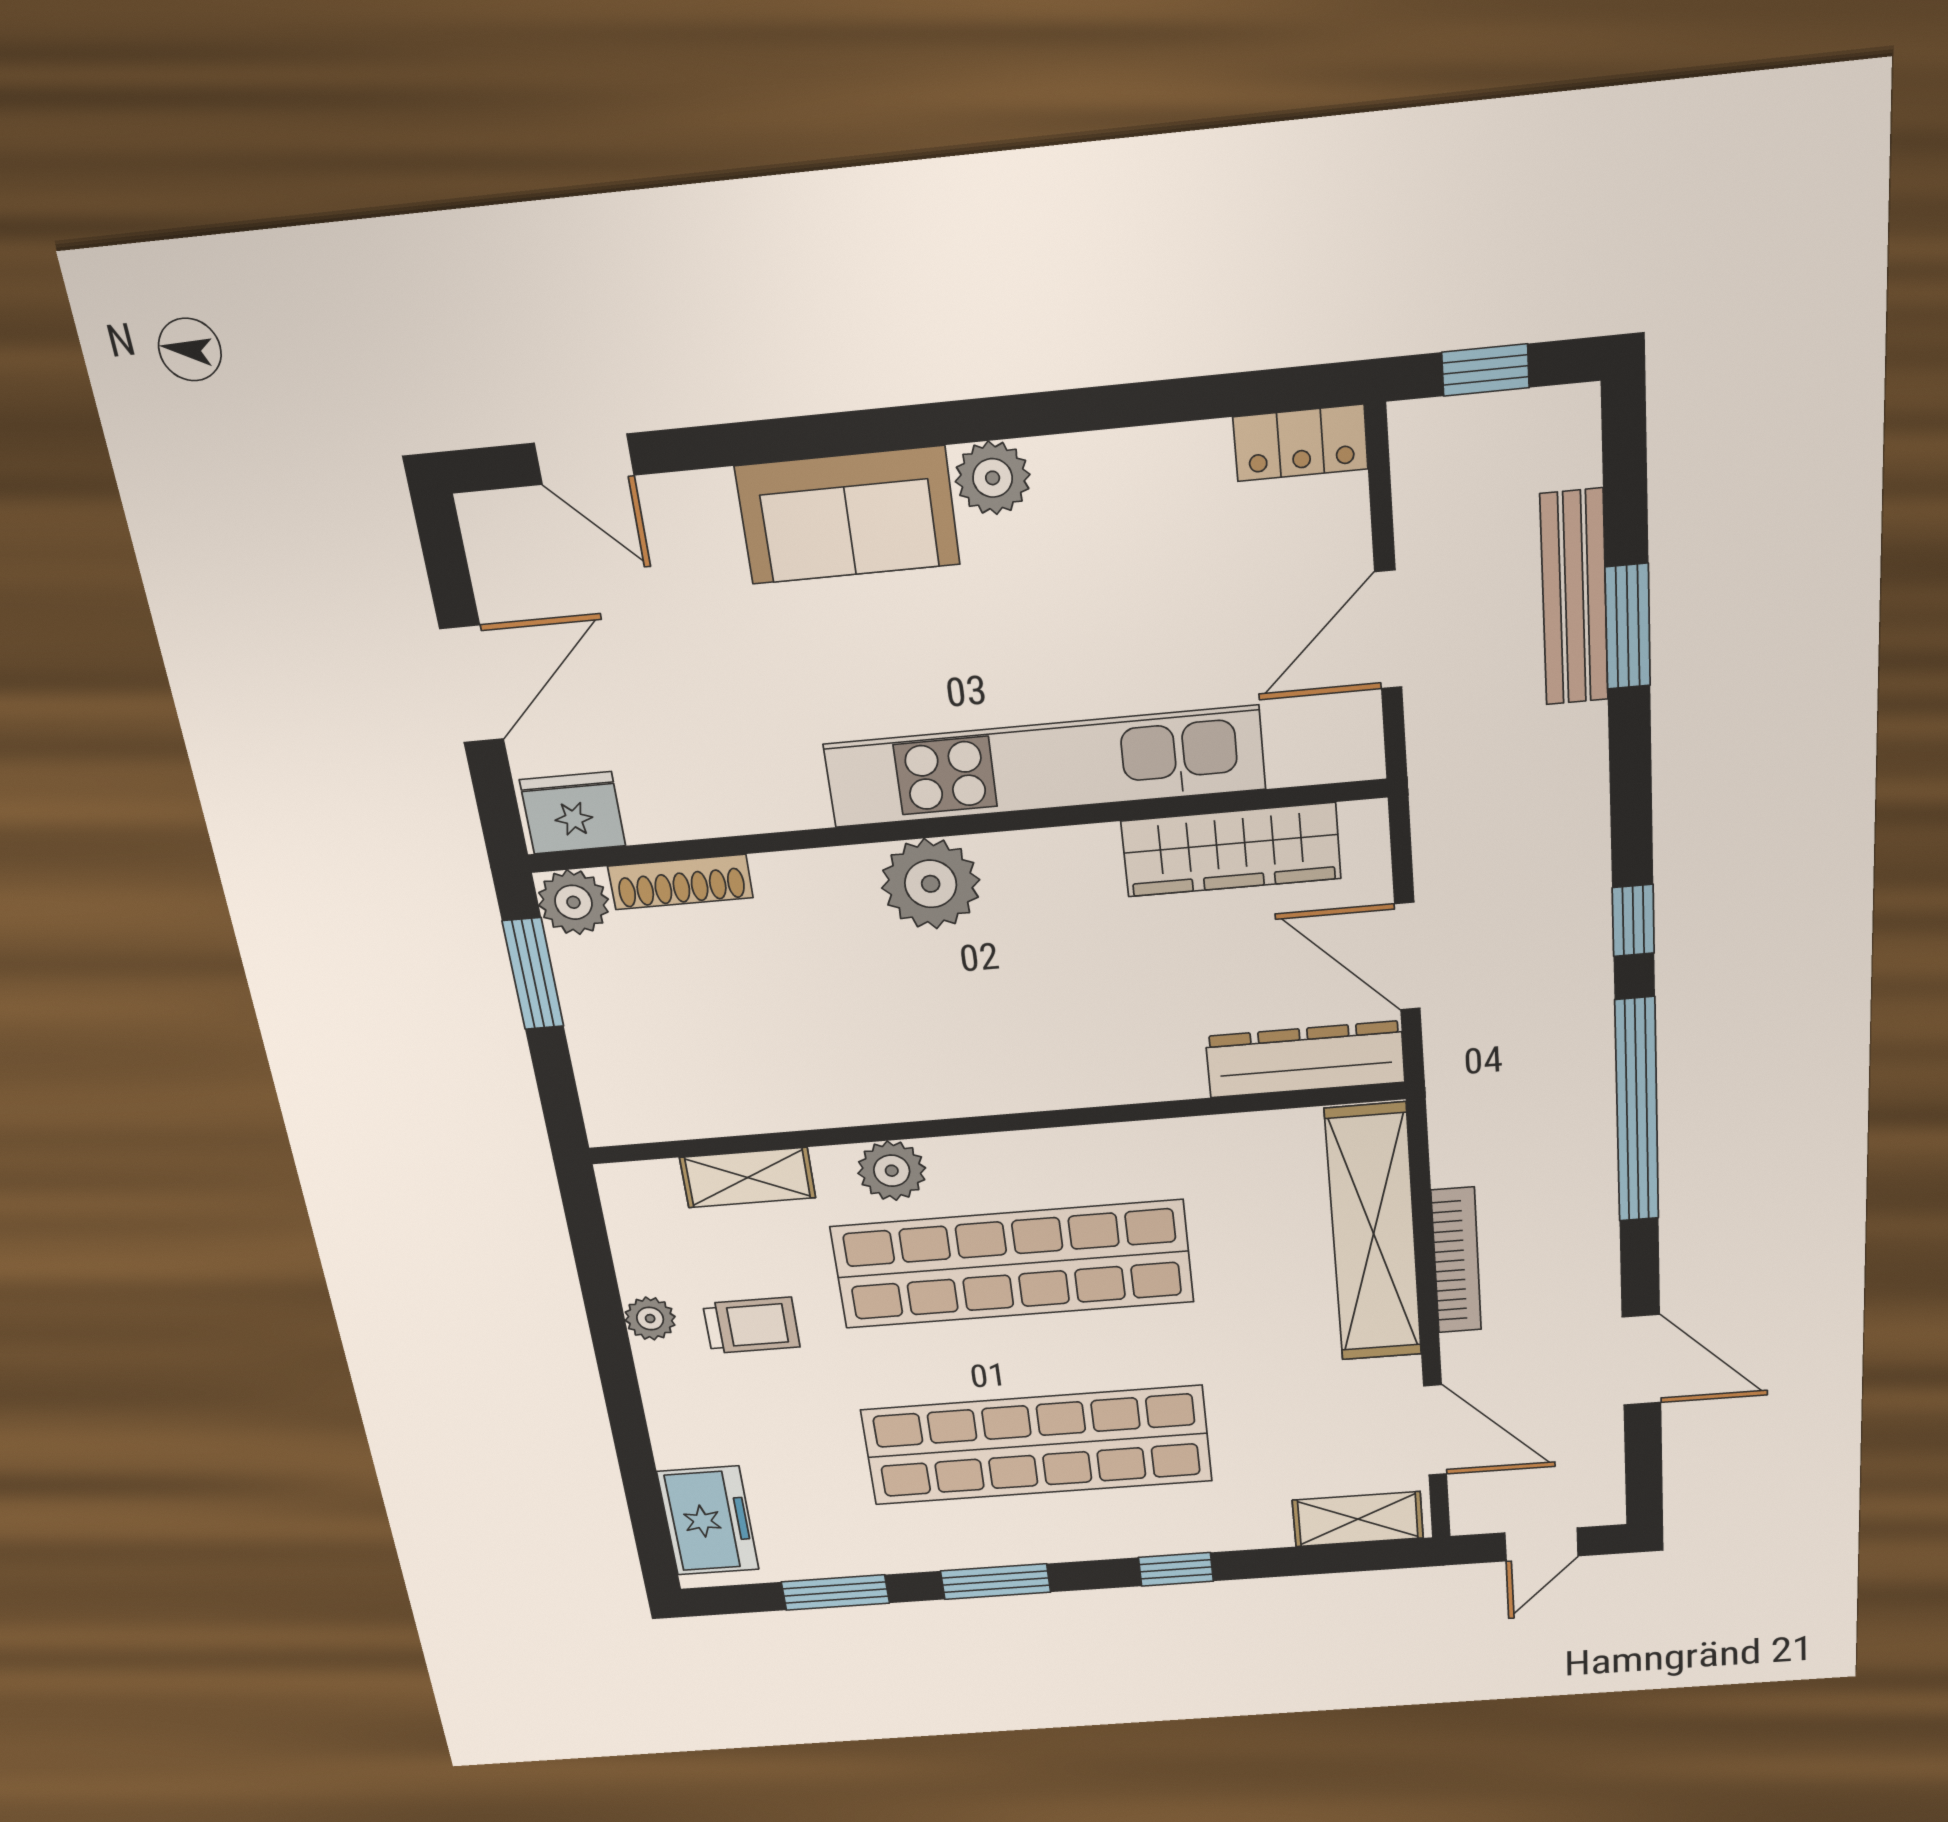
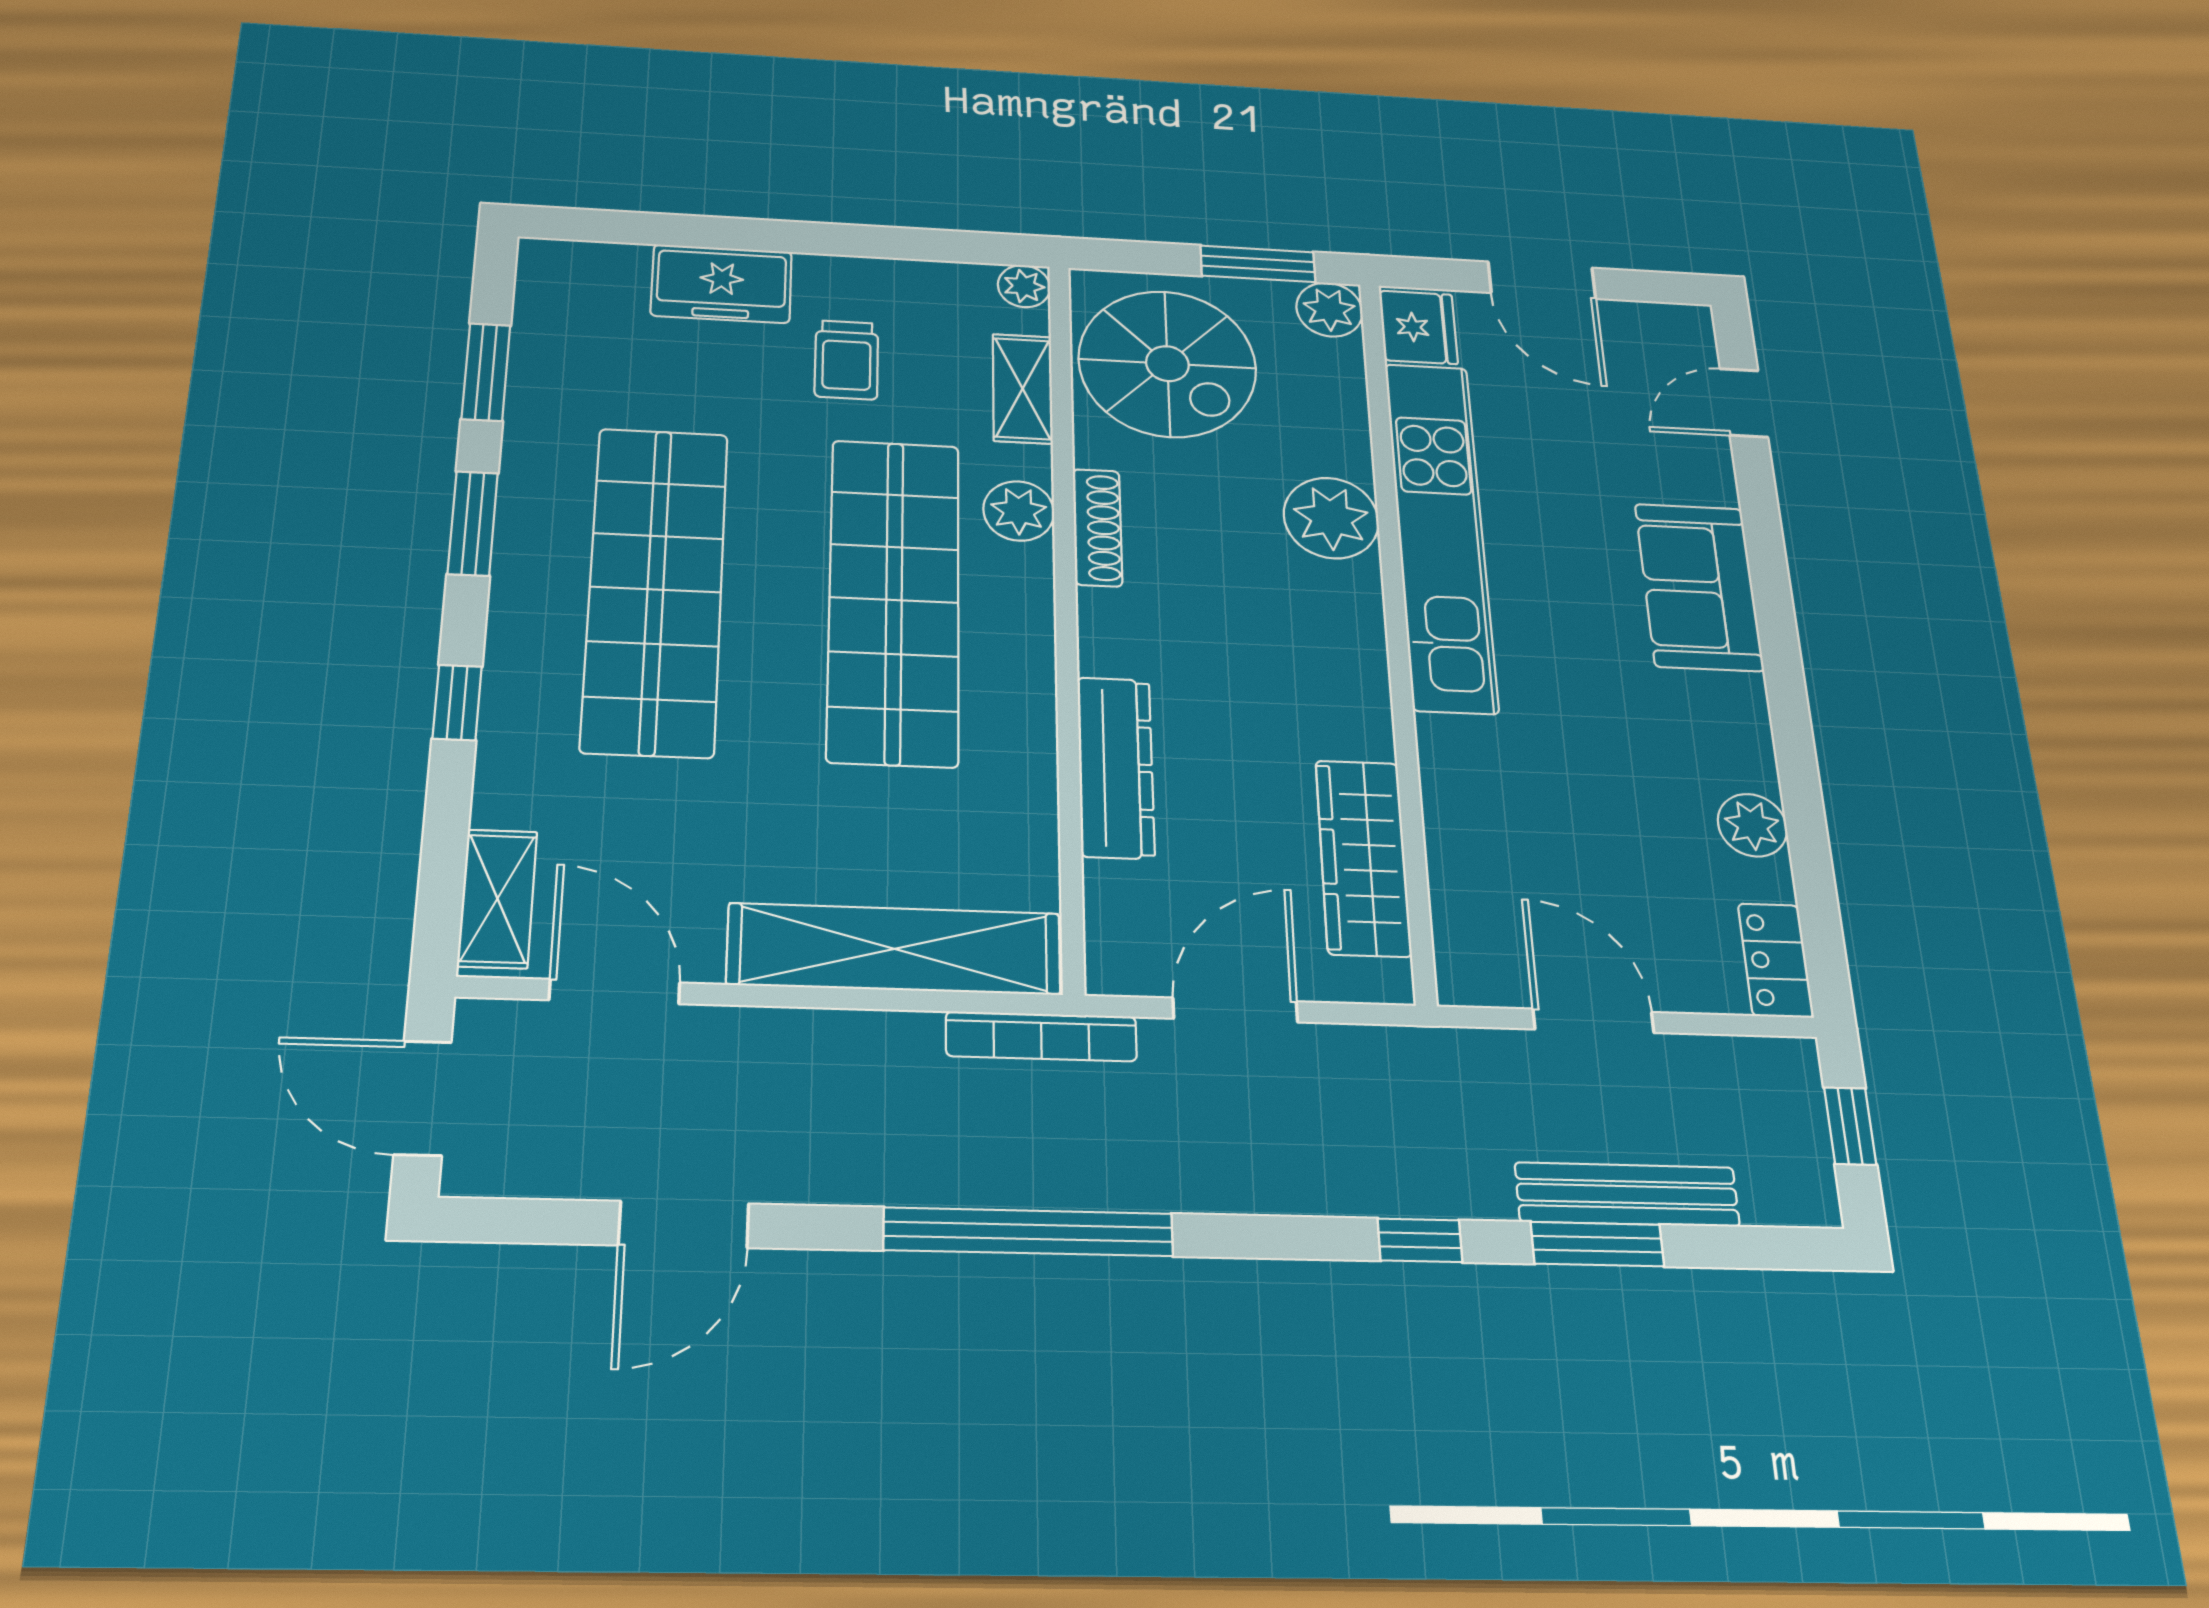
plant: (993, 478) -> (1752, 825), moved
kitchen unit: (1045, 767) -> (1440, 534), moved
shoe rack: (680, 882) -> (1097, 527), moved, turned 180
plant: (931, 884) -> (1331, 518), moved
window: (1633, 920) -> (1420, 1240), moved
spiral stairs: (684, 1052) -> (1167, 364), added
dresser: (1305, 1059) -> (1116, 767), moved
bookcase: (1456, 1260) -> (1041, 1036), moved
plant: (650, 1319) -> (1024, 286), moved
door: (1435, 1430) -> (615, 991), swing flipped
freezer: (708, 1521) -> (722, 284), moved
door: (1542, 1544) -> (423, 1098), width x1.38

